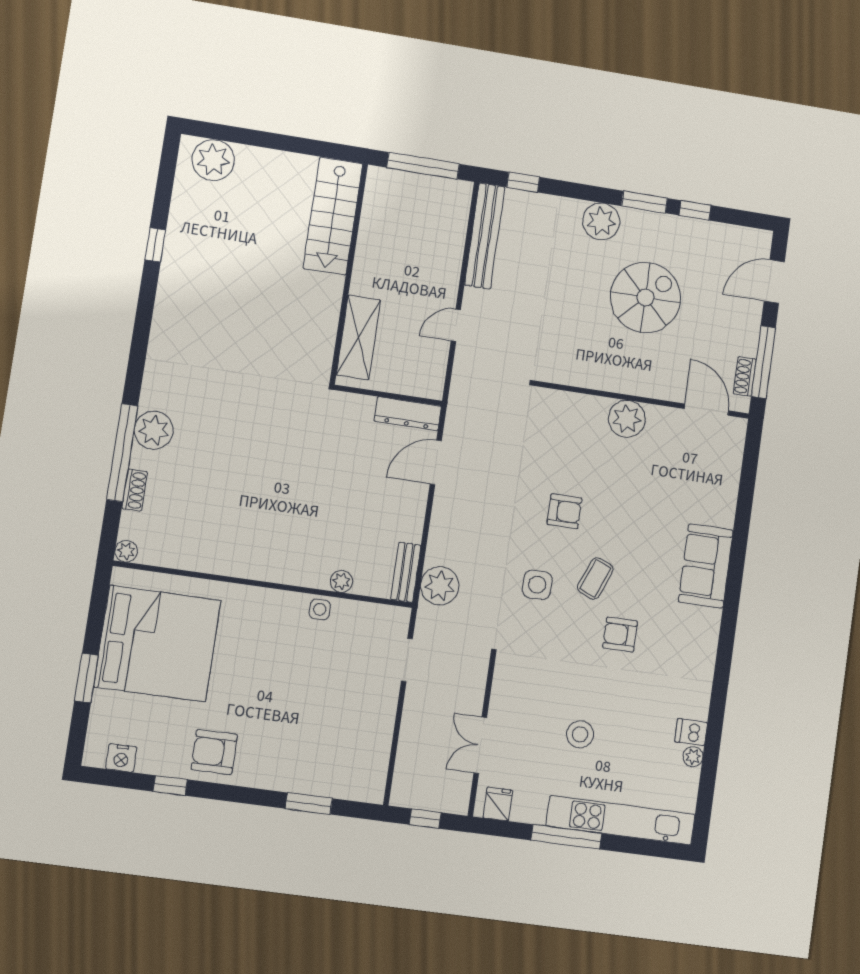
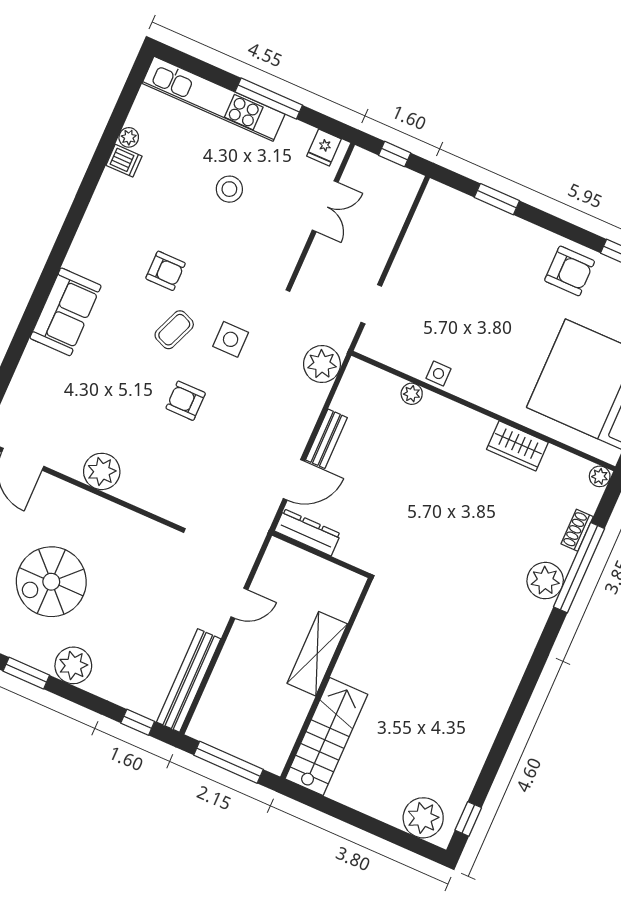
window: (155, 245) -> (468, 819), moved
shelving: (358, 337) -> (317, 654), moved
wardrobe: (219, 559) -> (517, 446), added
bench: (406, 572) -> (326, 439), moved

